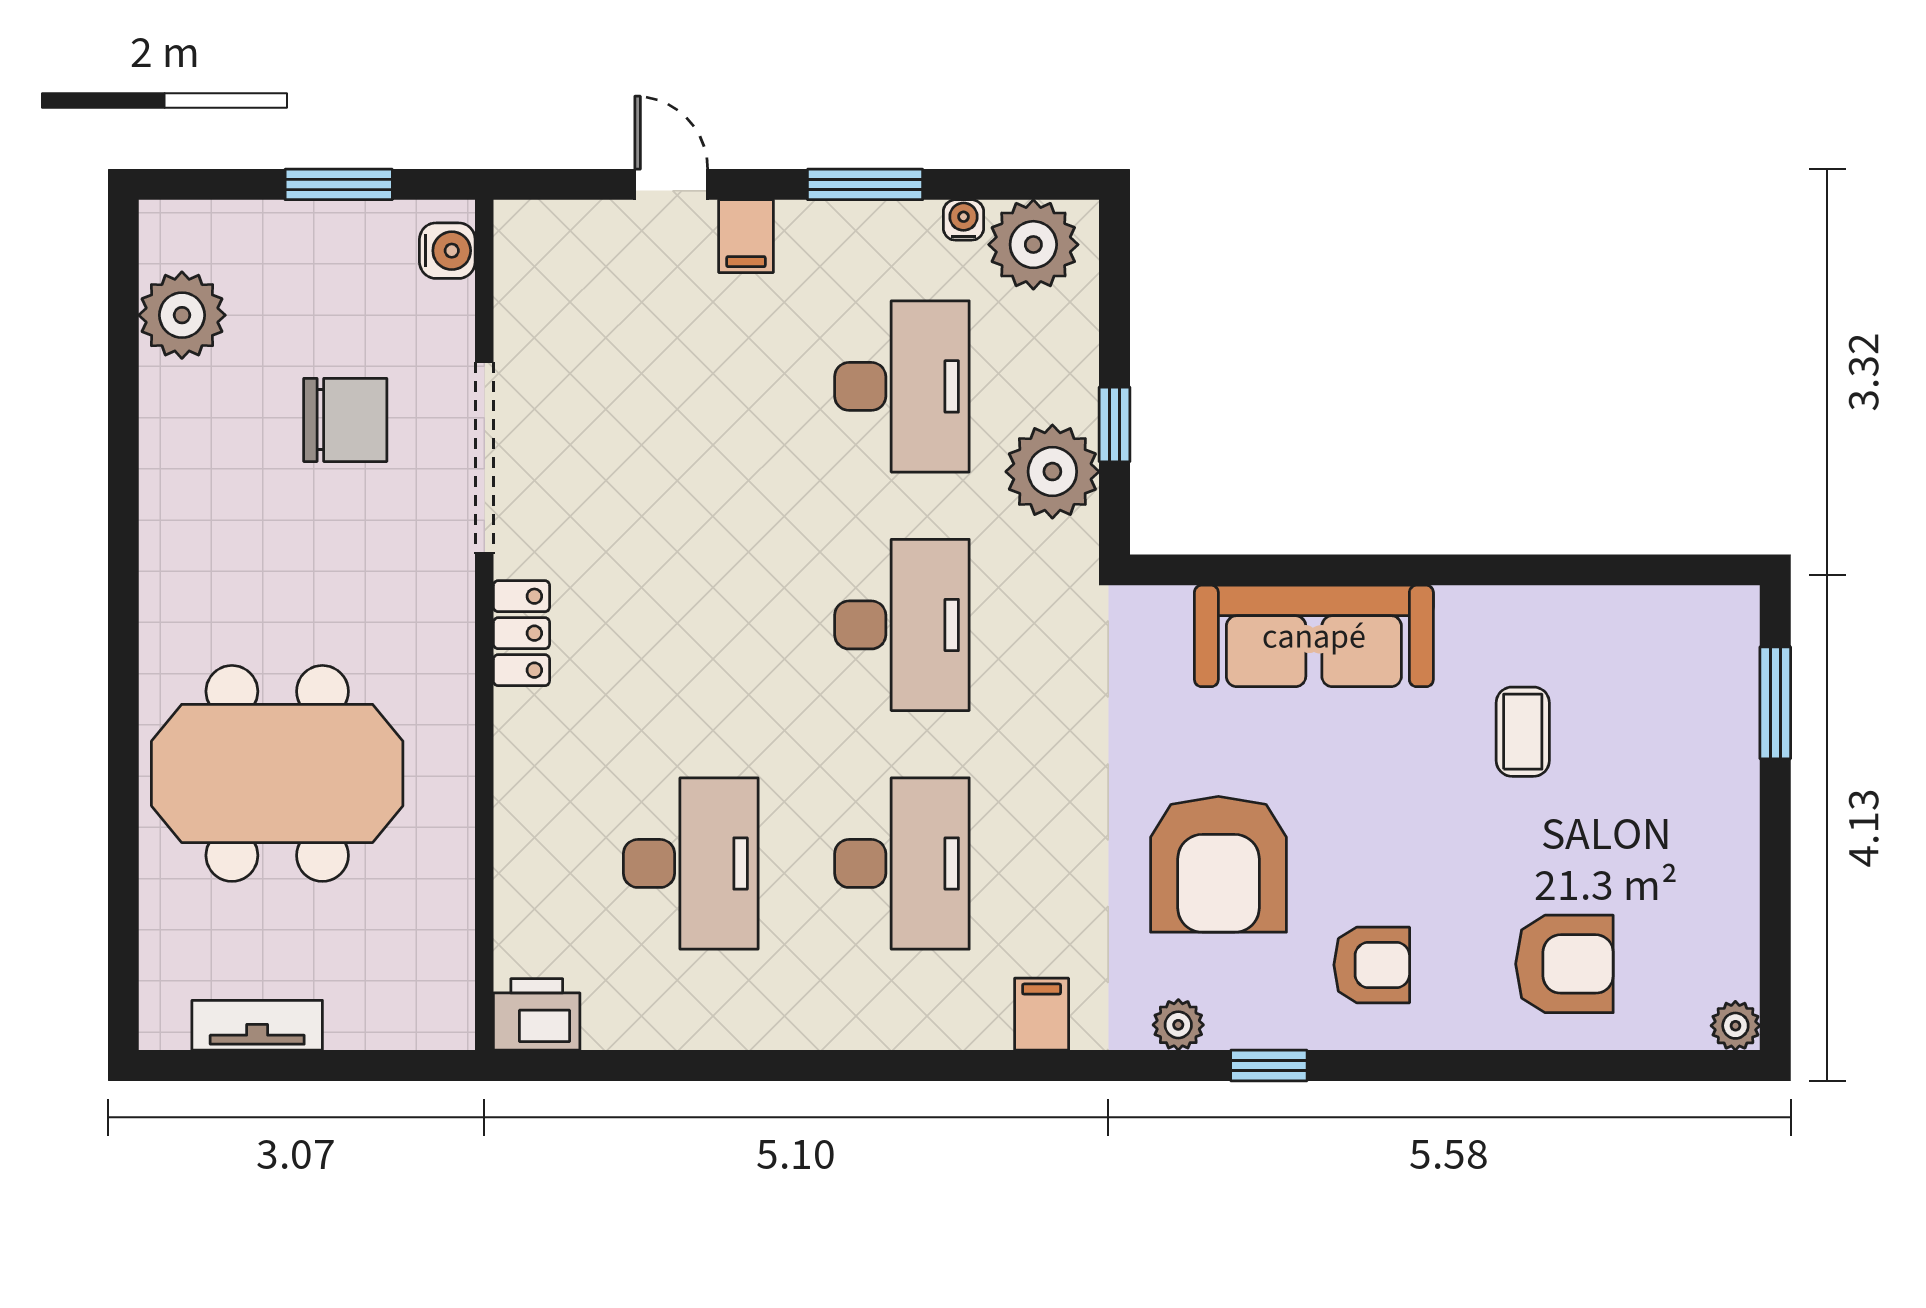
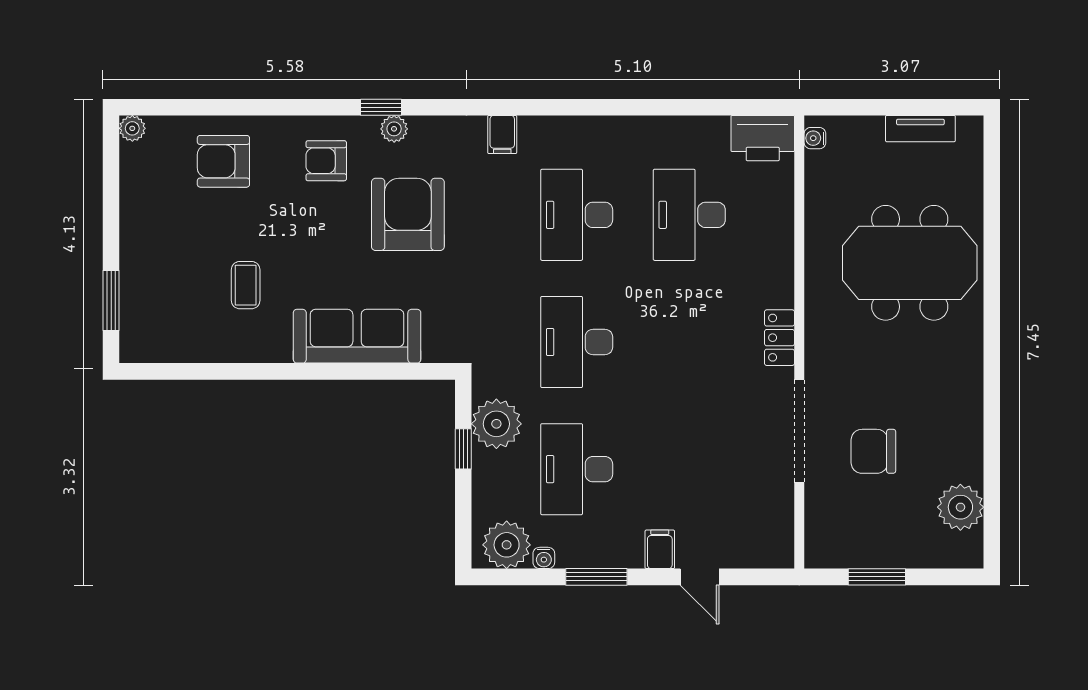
water cooler: (447, 251) -> (815, 138), moved, width x0.72, depth x0.72
printer: (537, 1014) -> (763, 138), width x1.37, depth x1.19
plant: (1178, 1025) -> (394, 129), moved

